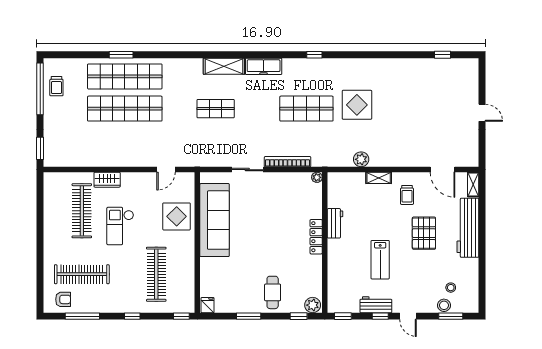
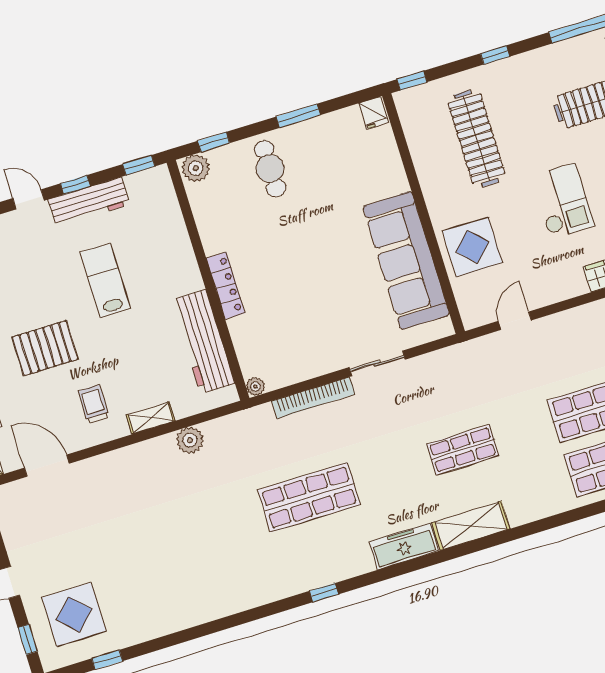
window: (482, 79) -> (28, 639), added
display table: (357, 105) -> (74, 614), moved
workbench: (335, 223) -> (203, 342), width x1.88, depth x1.32
pallet: (424, 233) -> (45, 348), turned 90
workbench: (376, 305) -> (89, 202), width x1.38

